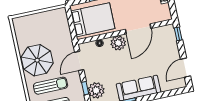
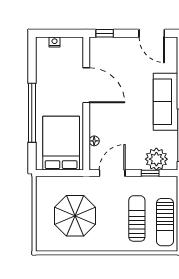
plant: (118, 43) -> (99, 116), removed
parasol: (37, 60) -> (75, 216), moved
door: (79, 61) -> (112, 173), swing flipped

